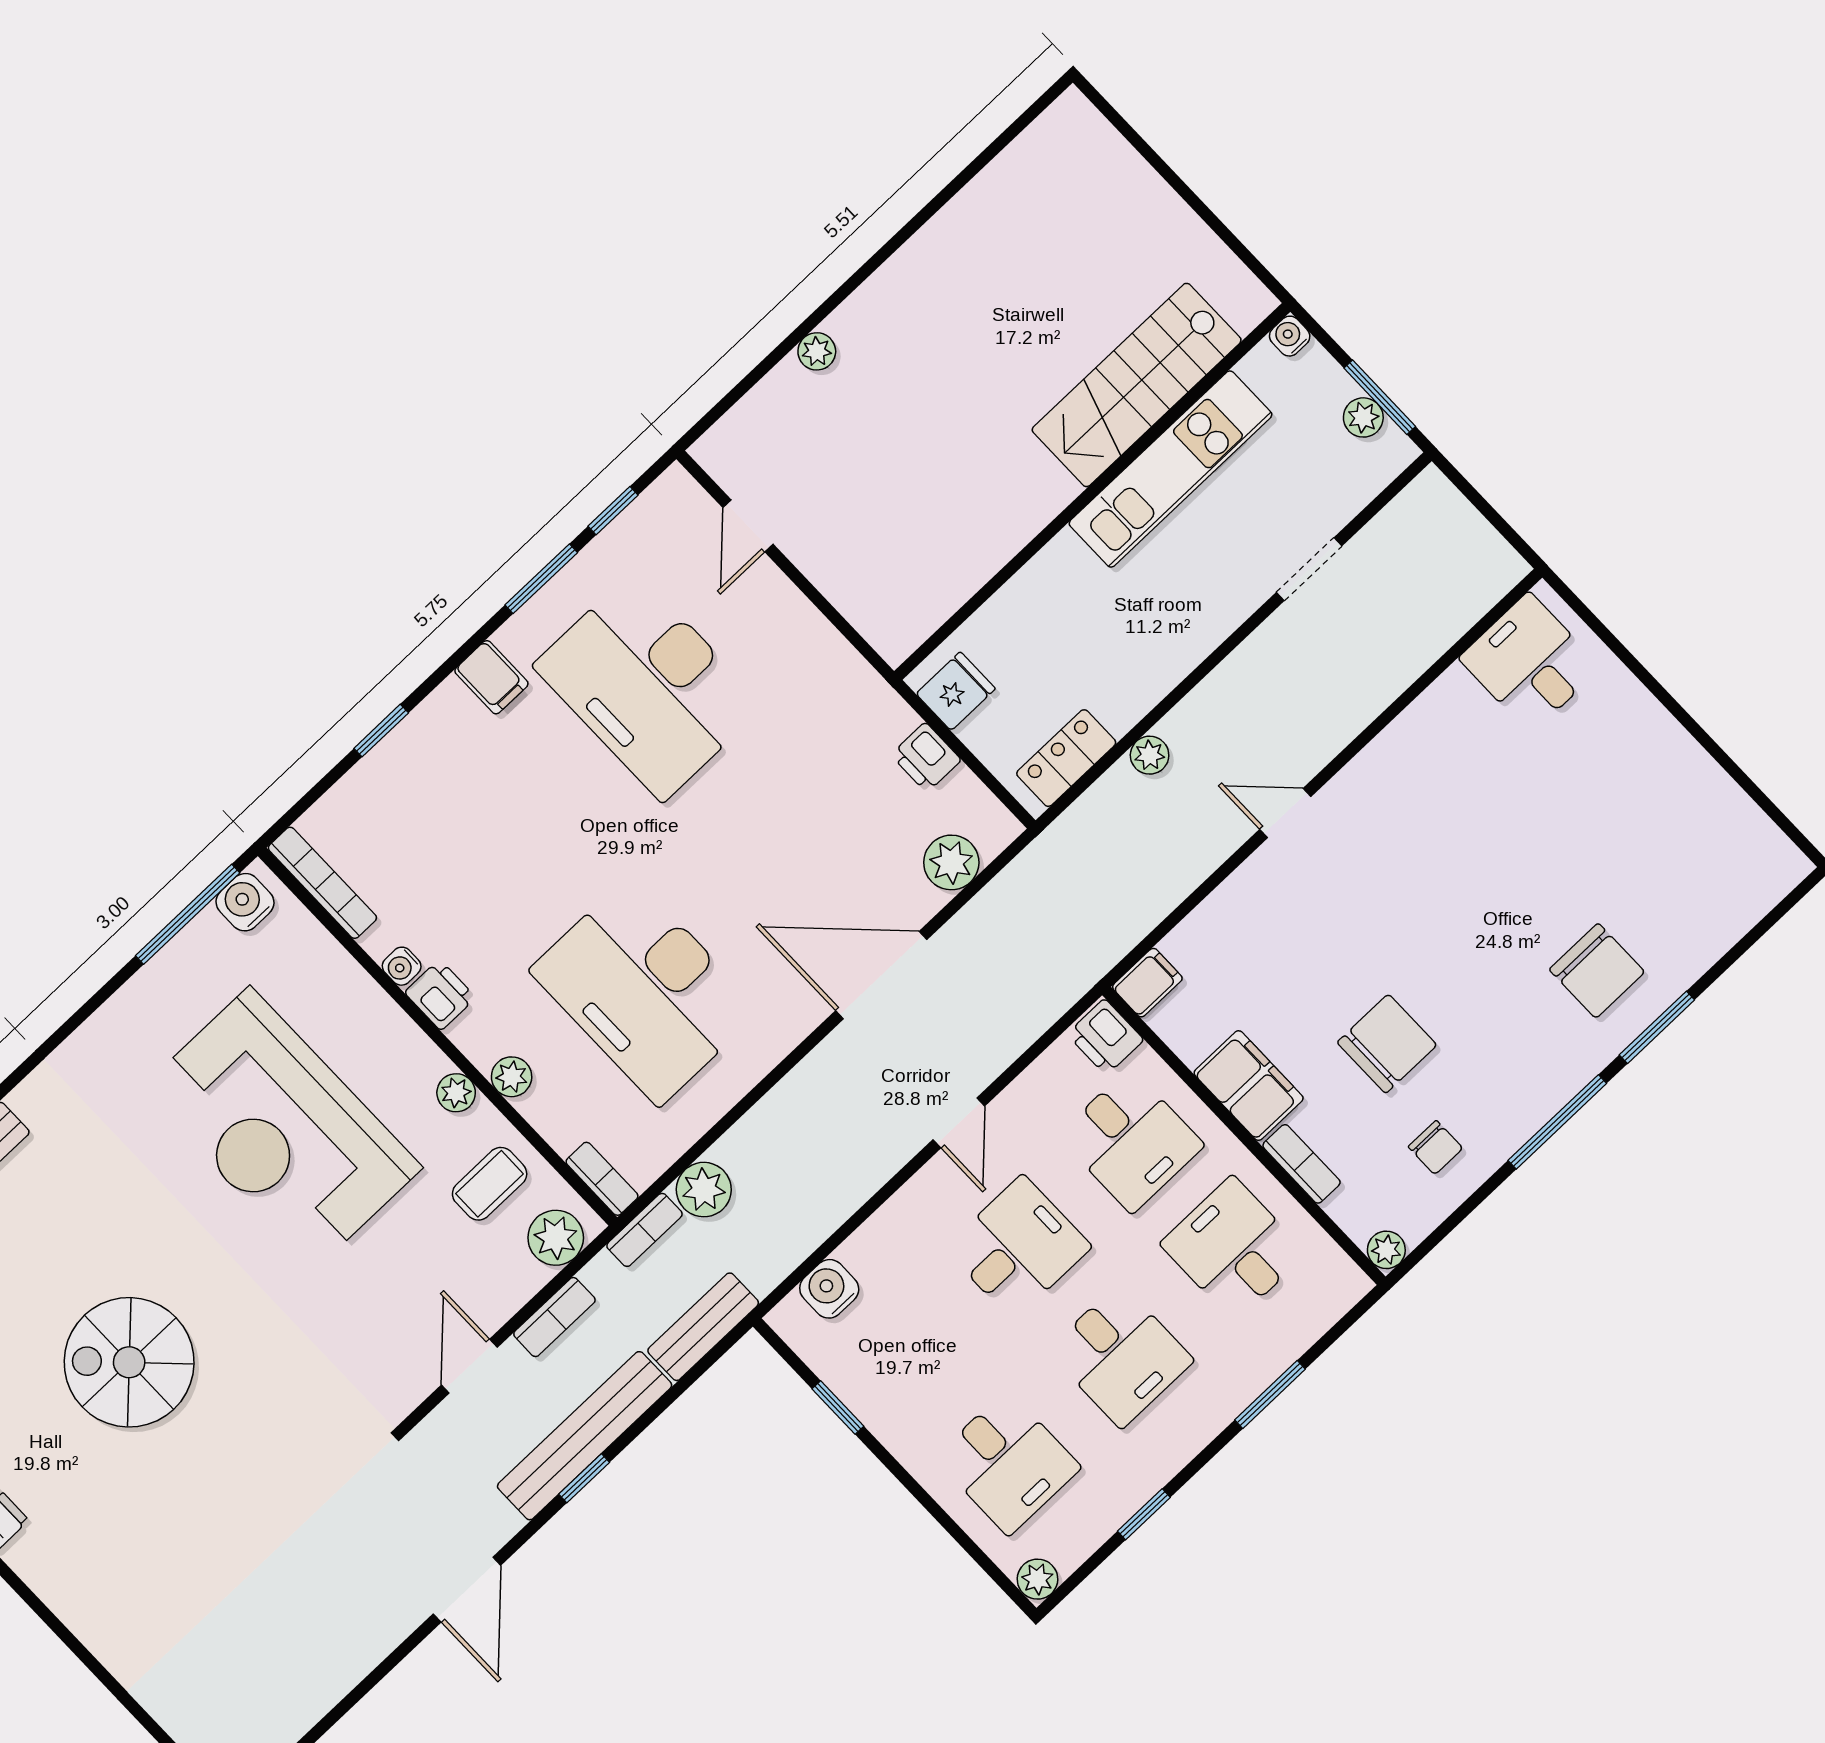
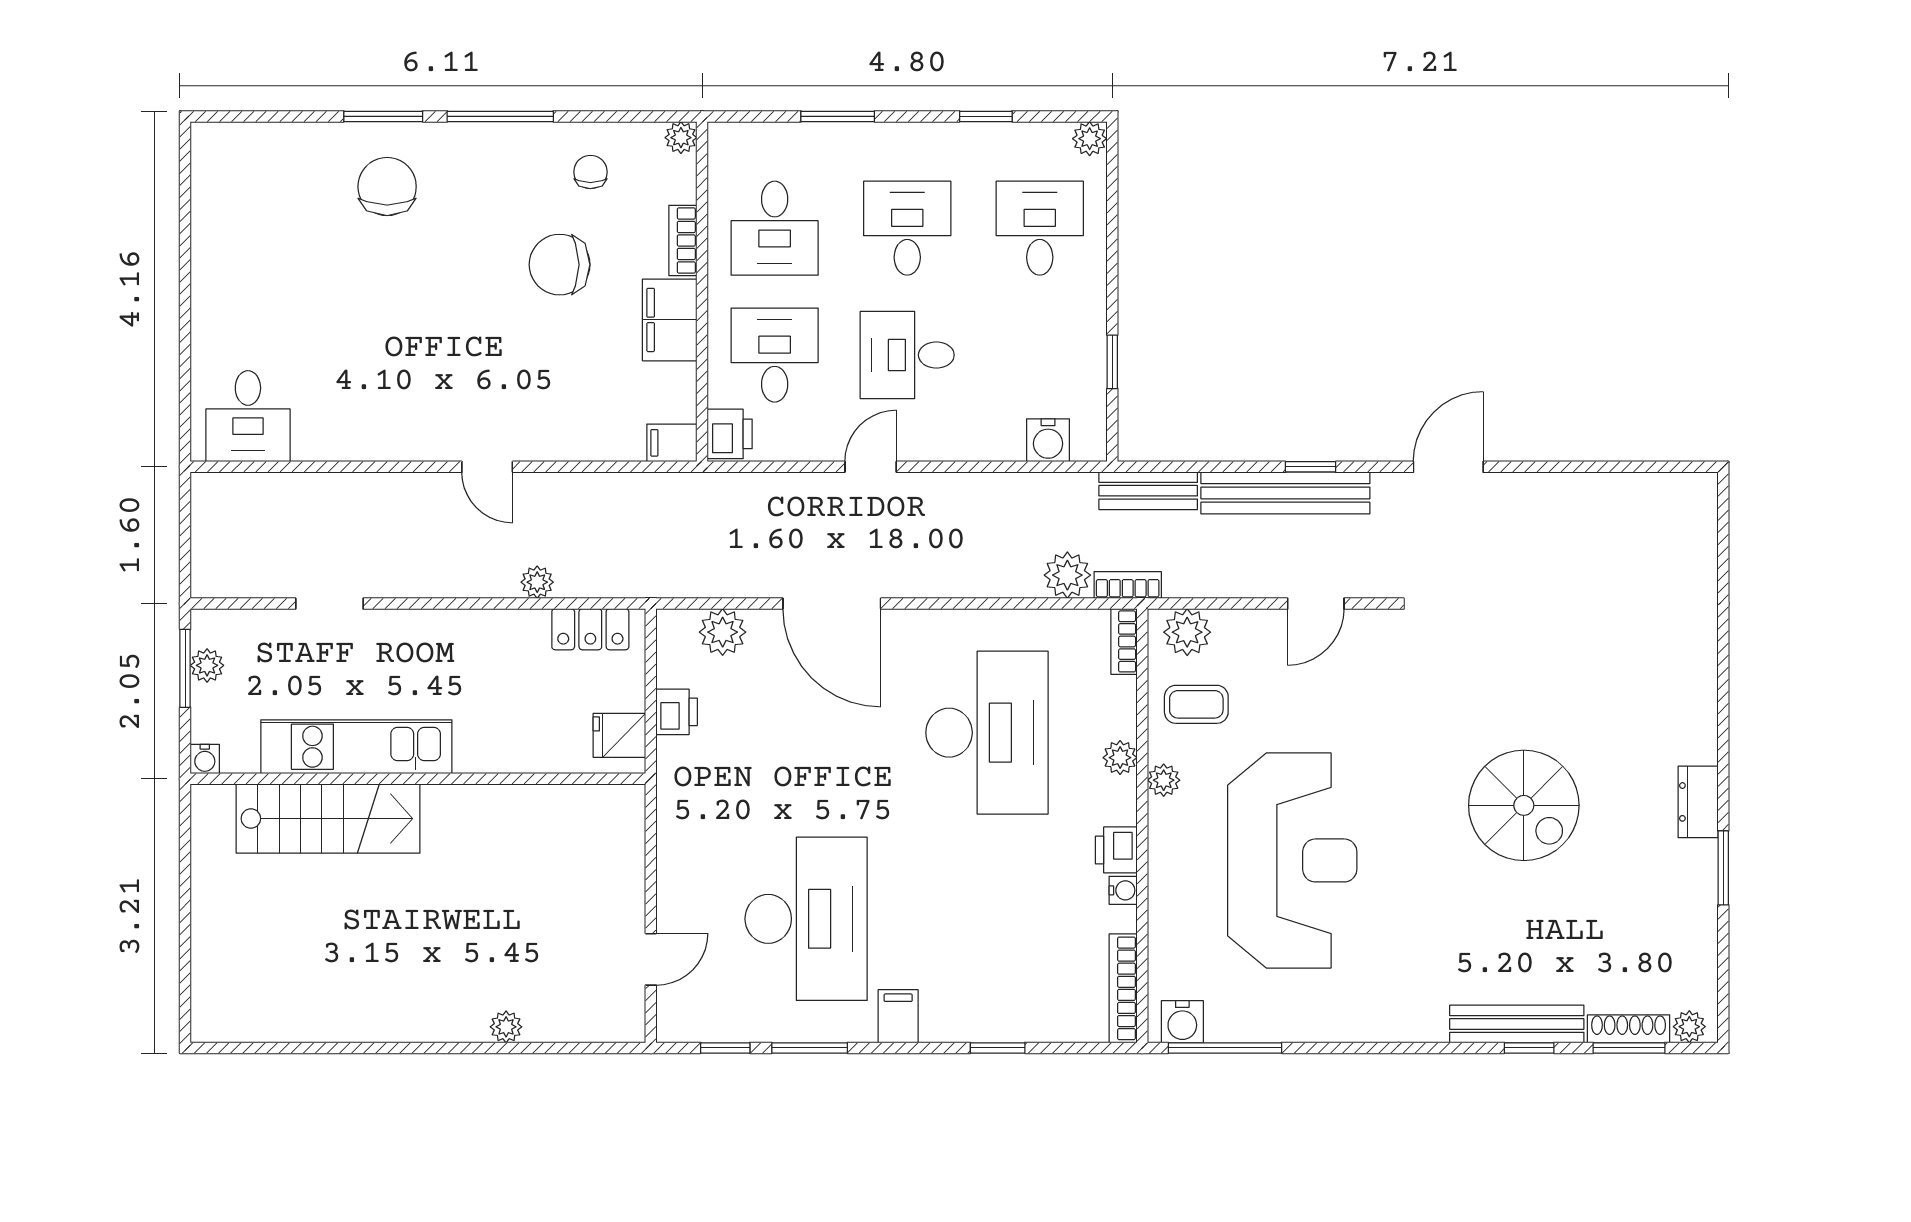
bookcase: (554, 1317) -> (1234, 584), removed

